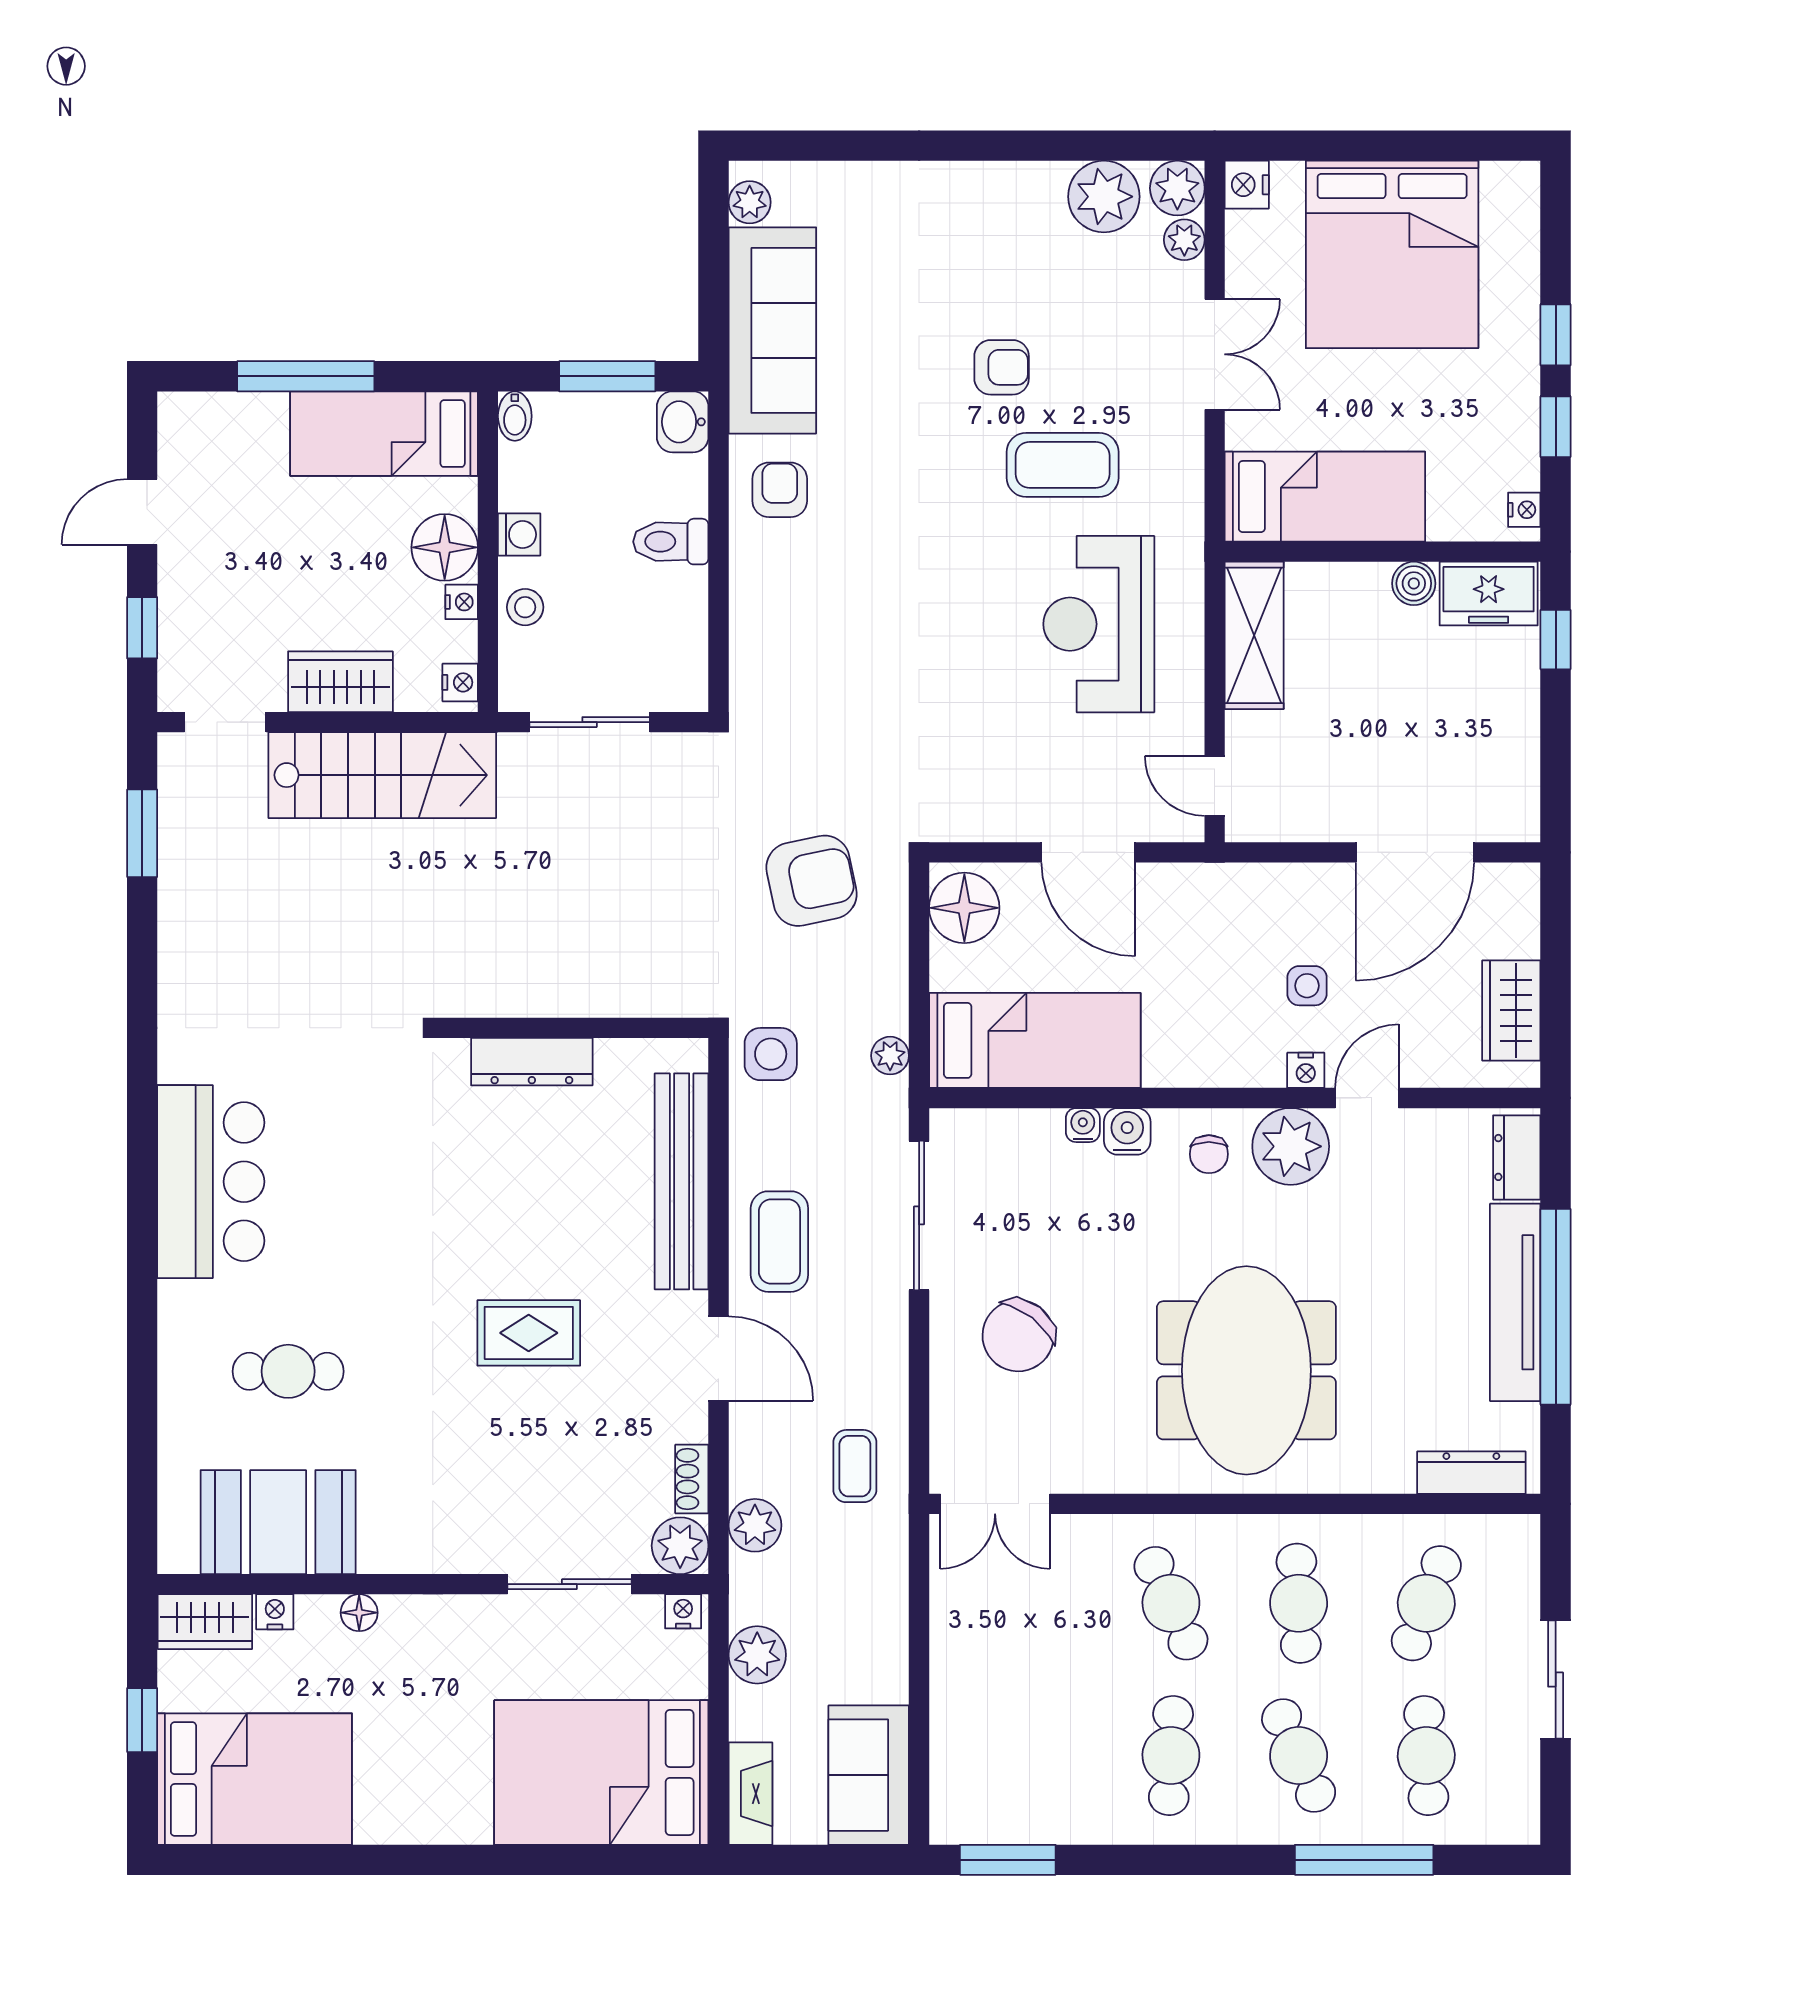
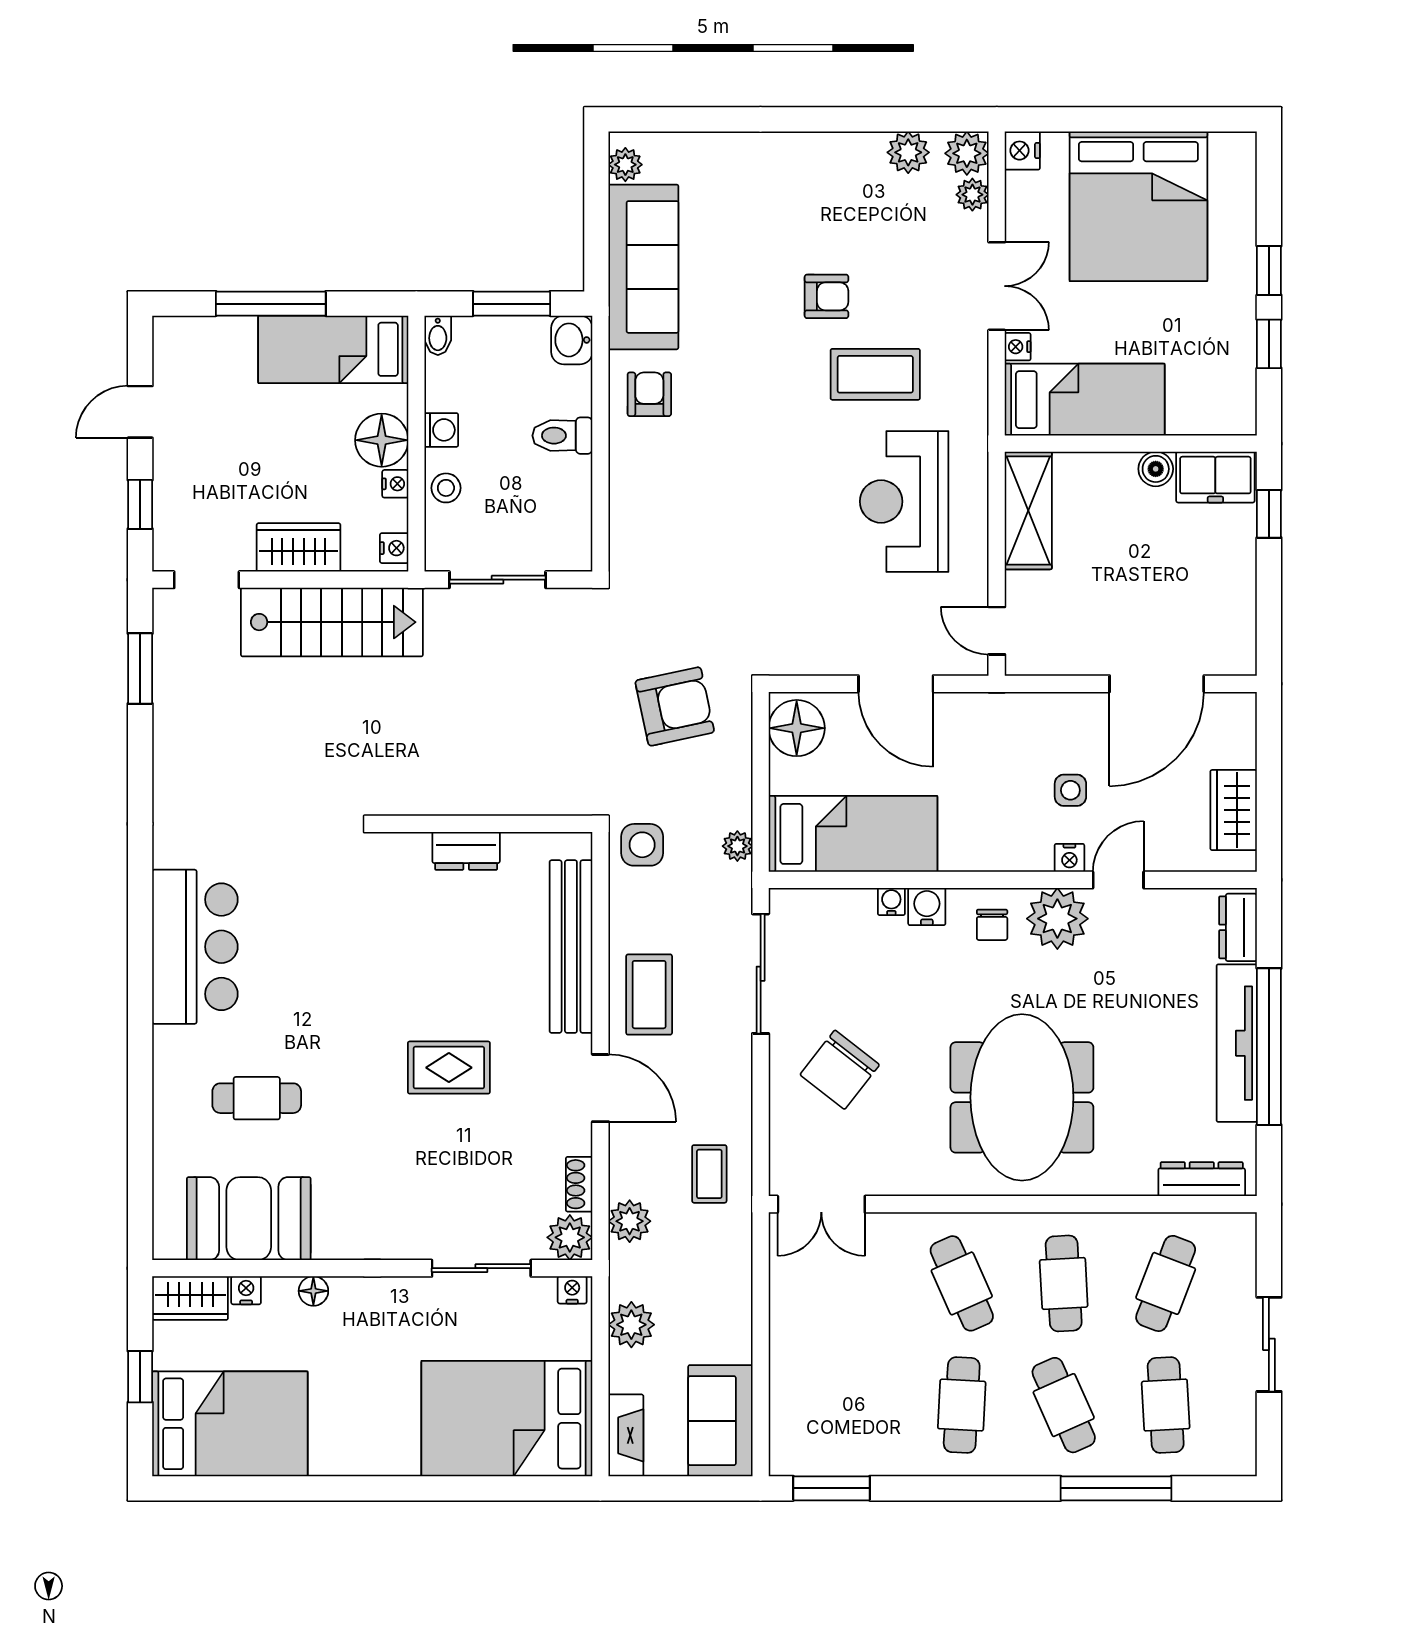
plant: (1104, 197) -> (908, 152), width x0.73, depth x0.73
nightstand: (1524, 510) -> (1018, 347), moved, turned 180
dresser: (532, 1062) -> (466, 851), width x0.70

